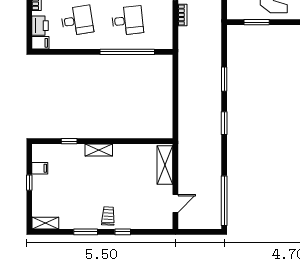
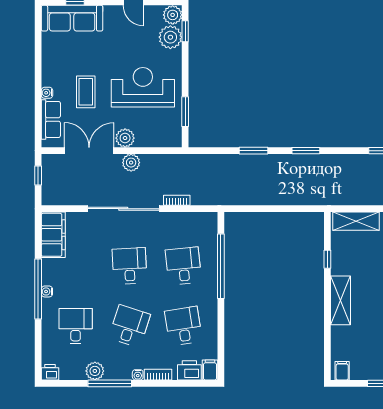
window: (69, 141) -> (327, 259), moved
shelving: (99, 150) -> (340, 300), width x1.50, depth x1.33
filing cabinet: (40, 168) -> (342, 371), moved

